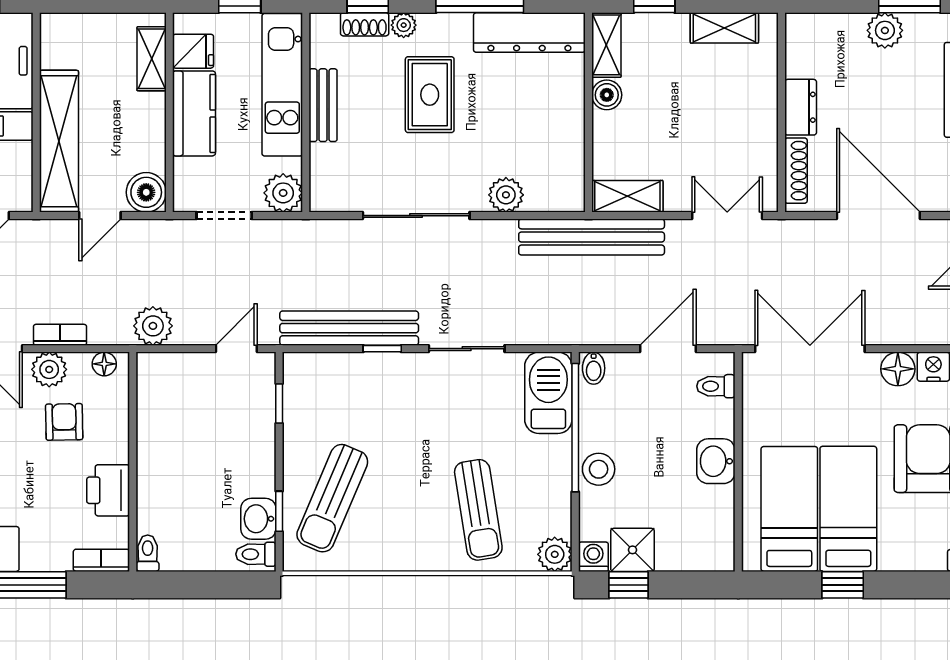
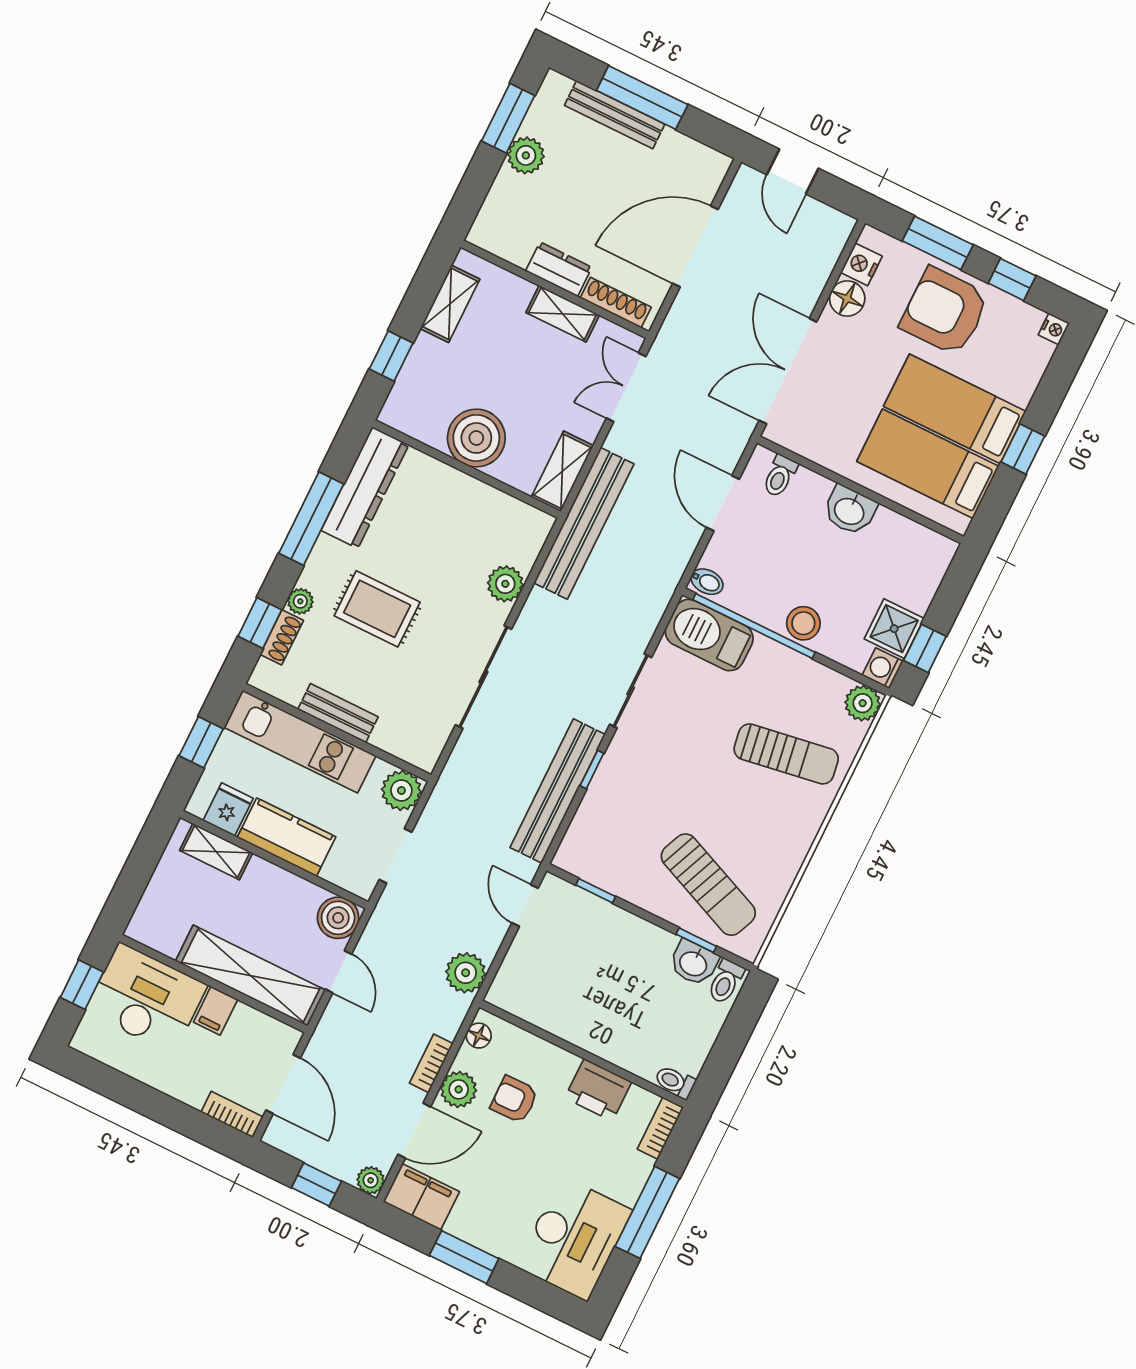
shelving: (606, 45) -> (563, 314), moved
boiler: (607, 95) -> (476, 438), width x1.86, depth x1.86

